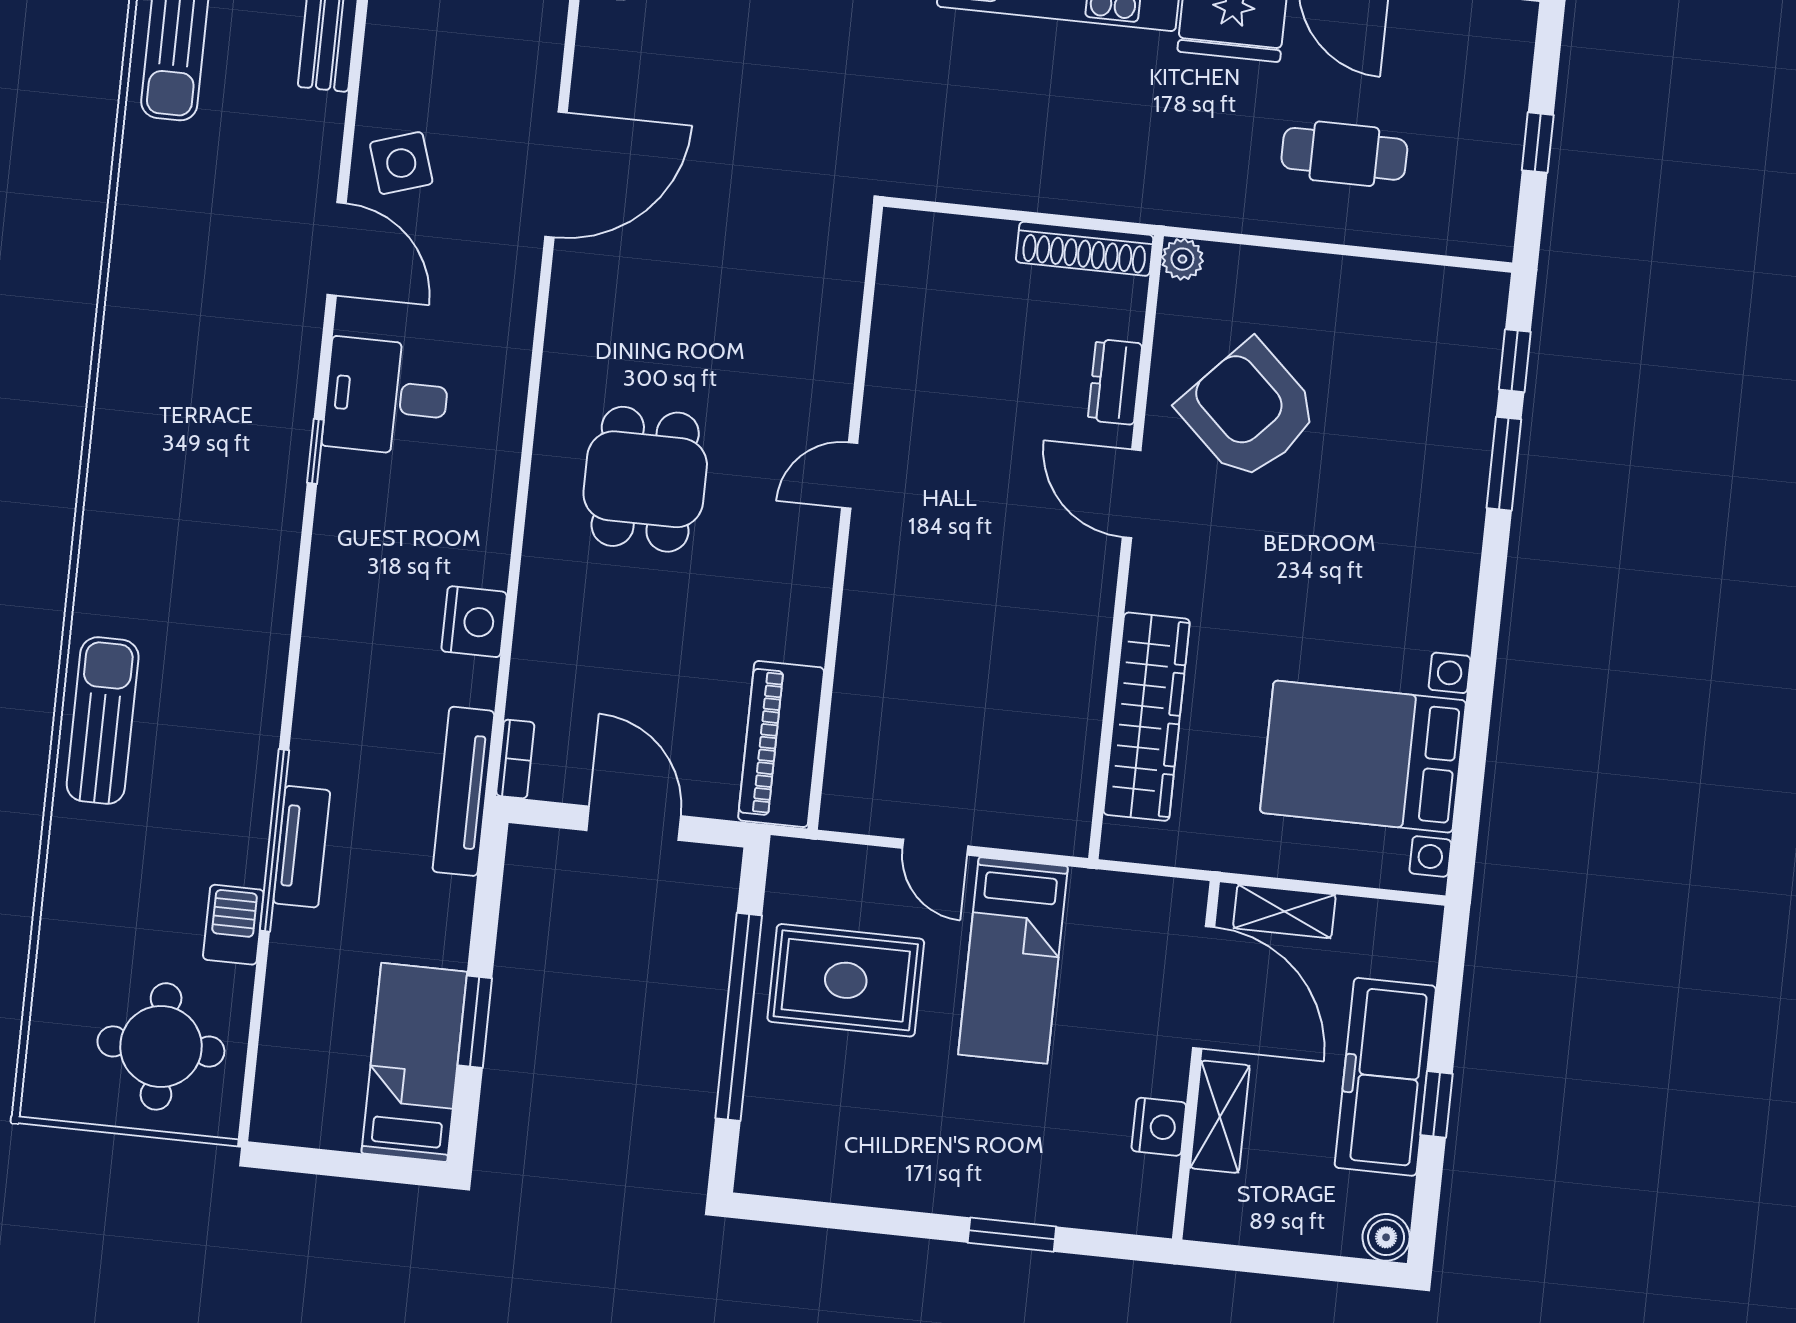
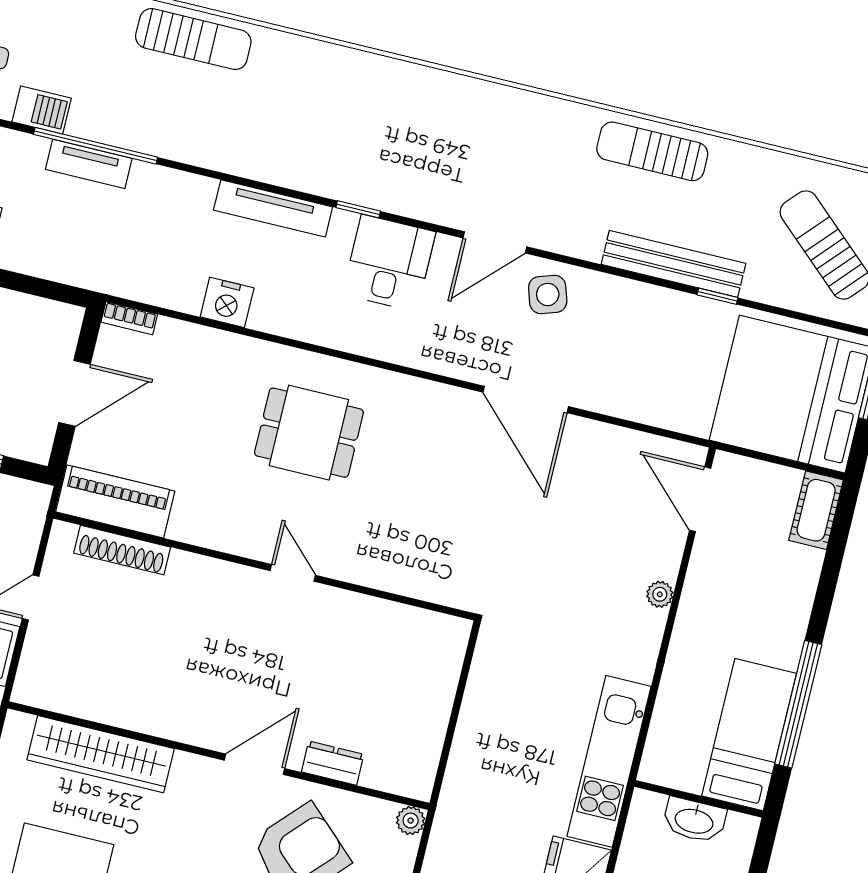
shoe rack: (1085, 249) -> (122, 550), moved, turned -90
tv unit: (463, 791) -> (273, 208), moved, turned 180

